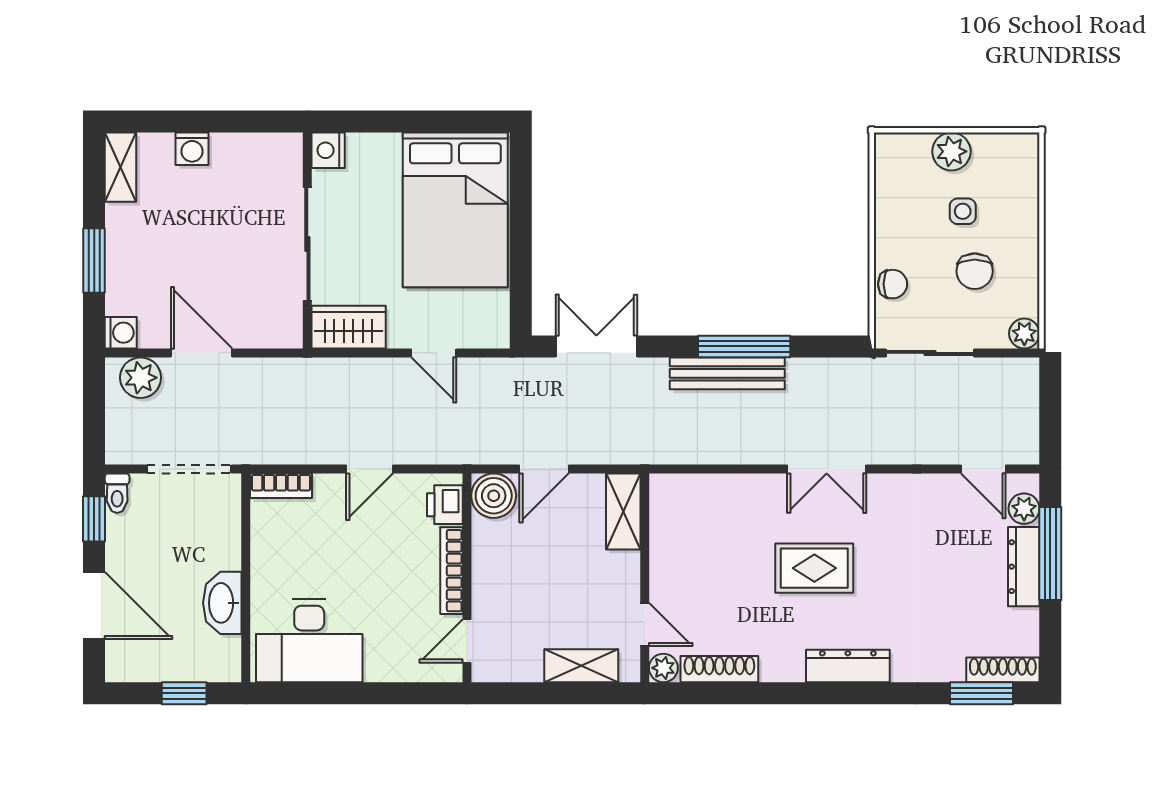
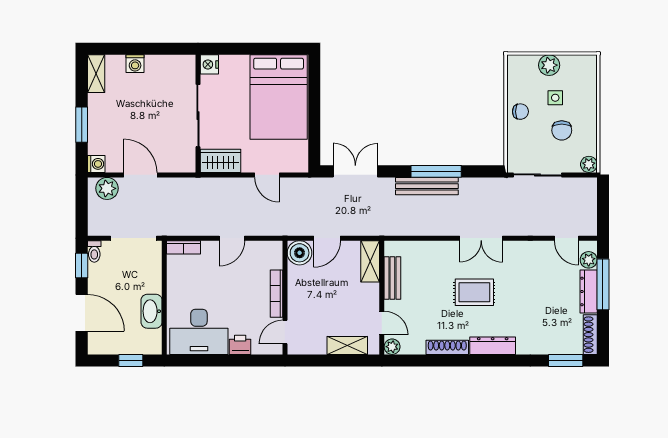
chair: (893, 284) -> (520, 112), moved
printer: (445, 505) -> (240, 345), moved, turned 90
bench: (664, 542) -> (392, 278), added
shoe rack: (719, 669) -> (447, 347), moved
shoe rack: (1003, 670) -> (590, 335), moved, turned -90

